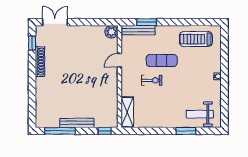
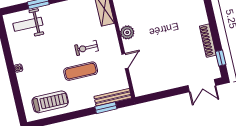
plant: (111, 32) -> (127, 32), moved
weight bench: (200, 114) -> (28, 24), turned 180

